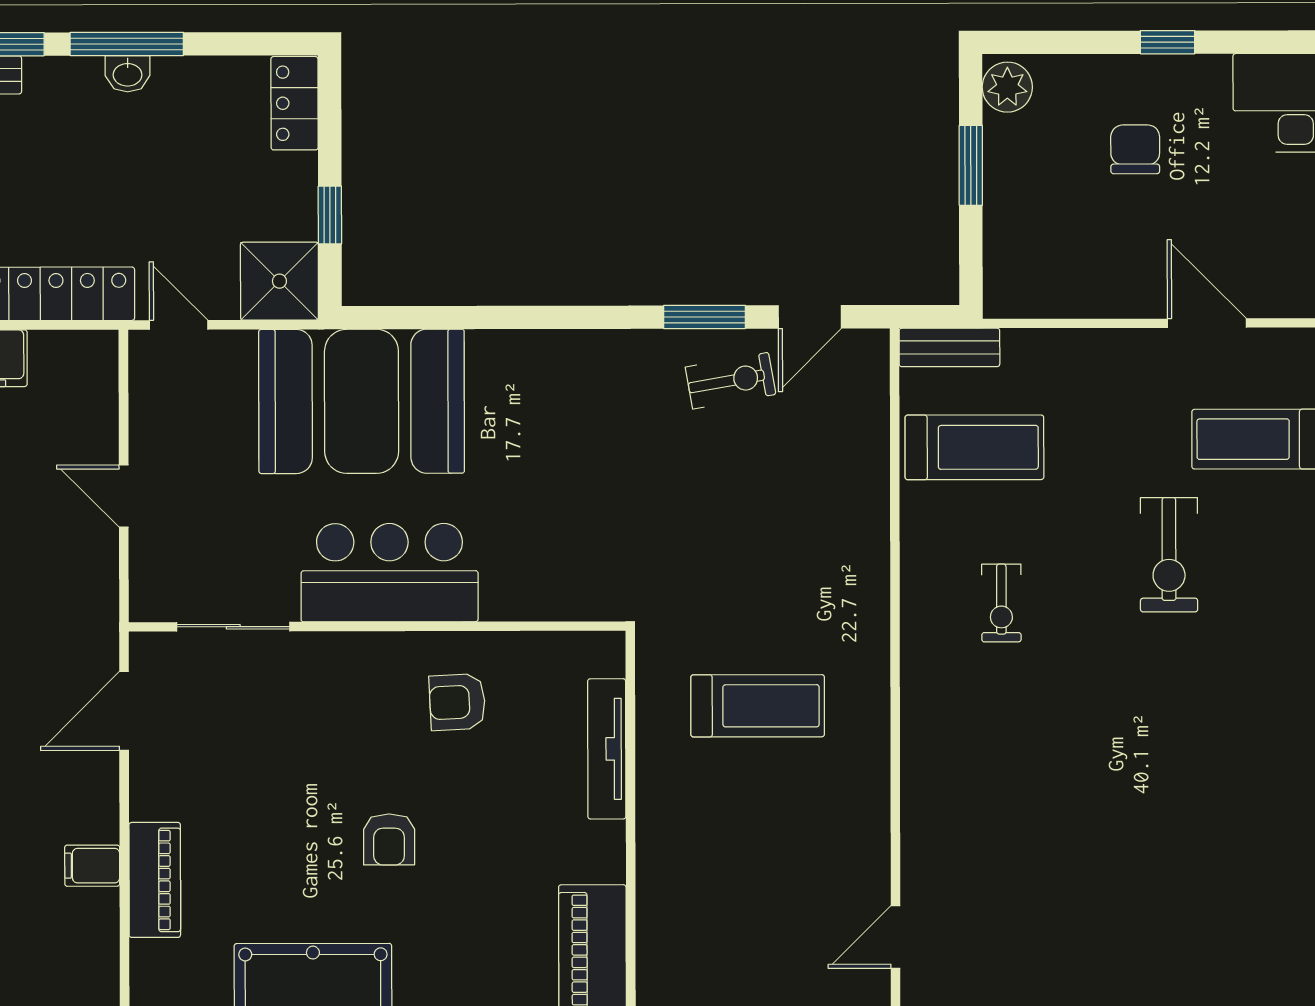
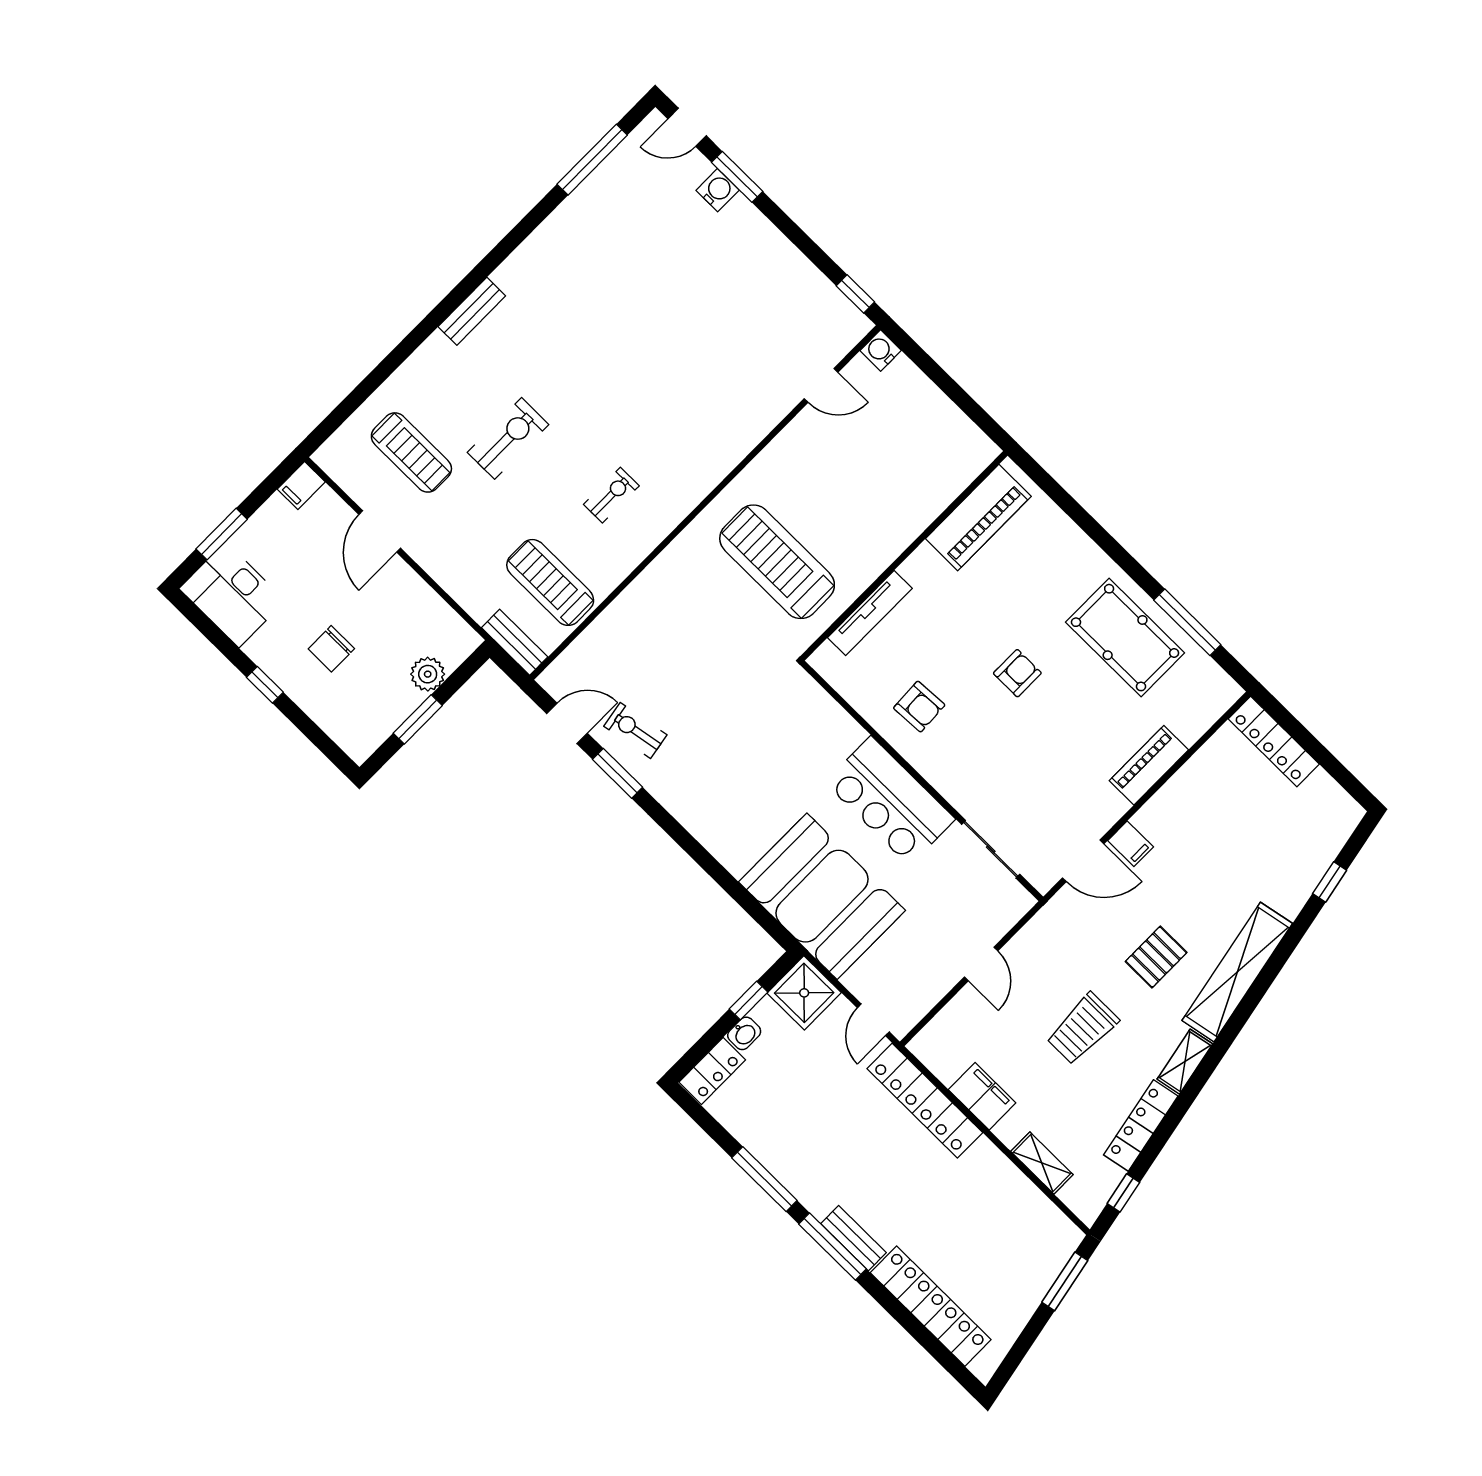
washbasin: (128, 74) -> (744, 1033), moved, turned 90
plant: (1007, 87) -> (428, 674), moved
treadmill: (758, 706) -> (777, 562), width x1.37, depth x1.38
filing cabinet: (92, 866) -> (1131, 844), moved

